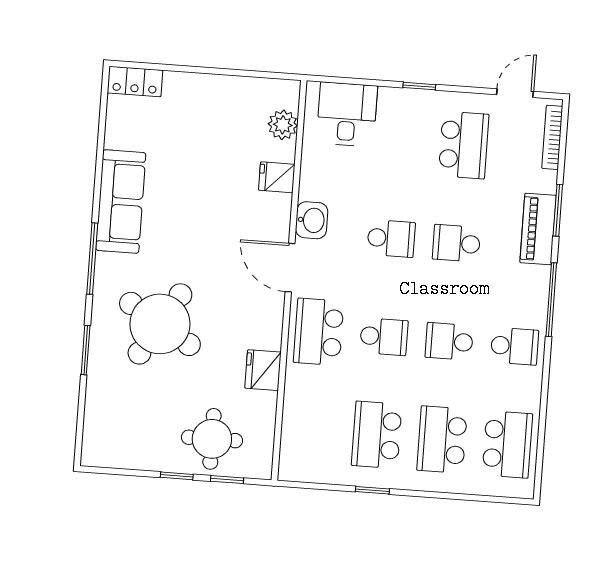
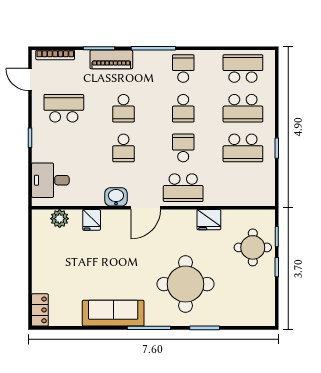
school desk: (391, 238) -> (124, 148), turned 180
round table: (160, 324) -> (186, 284), turned -31

